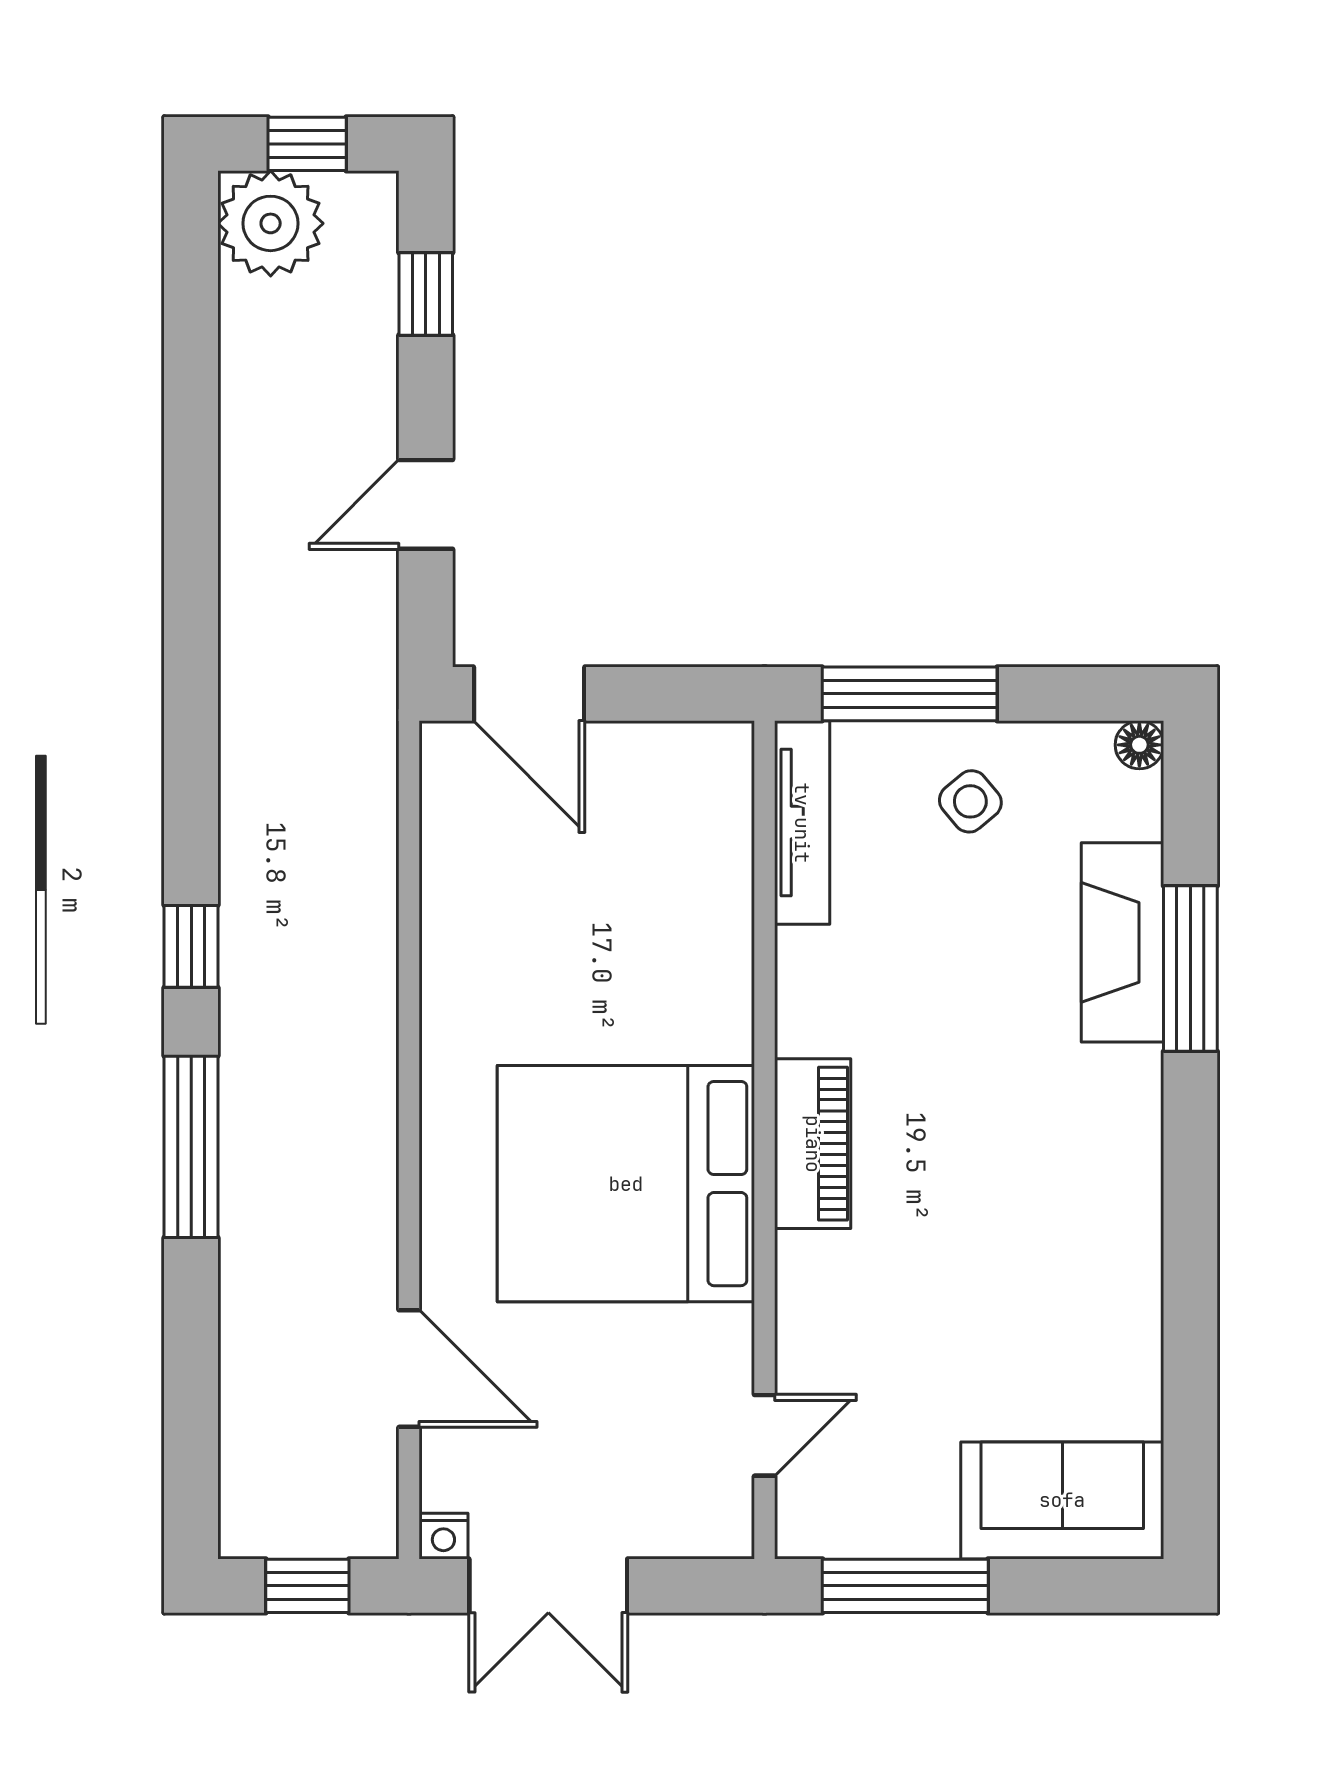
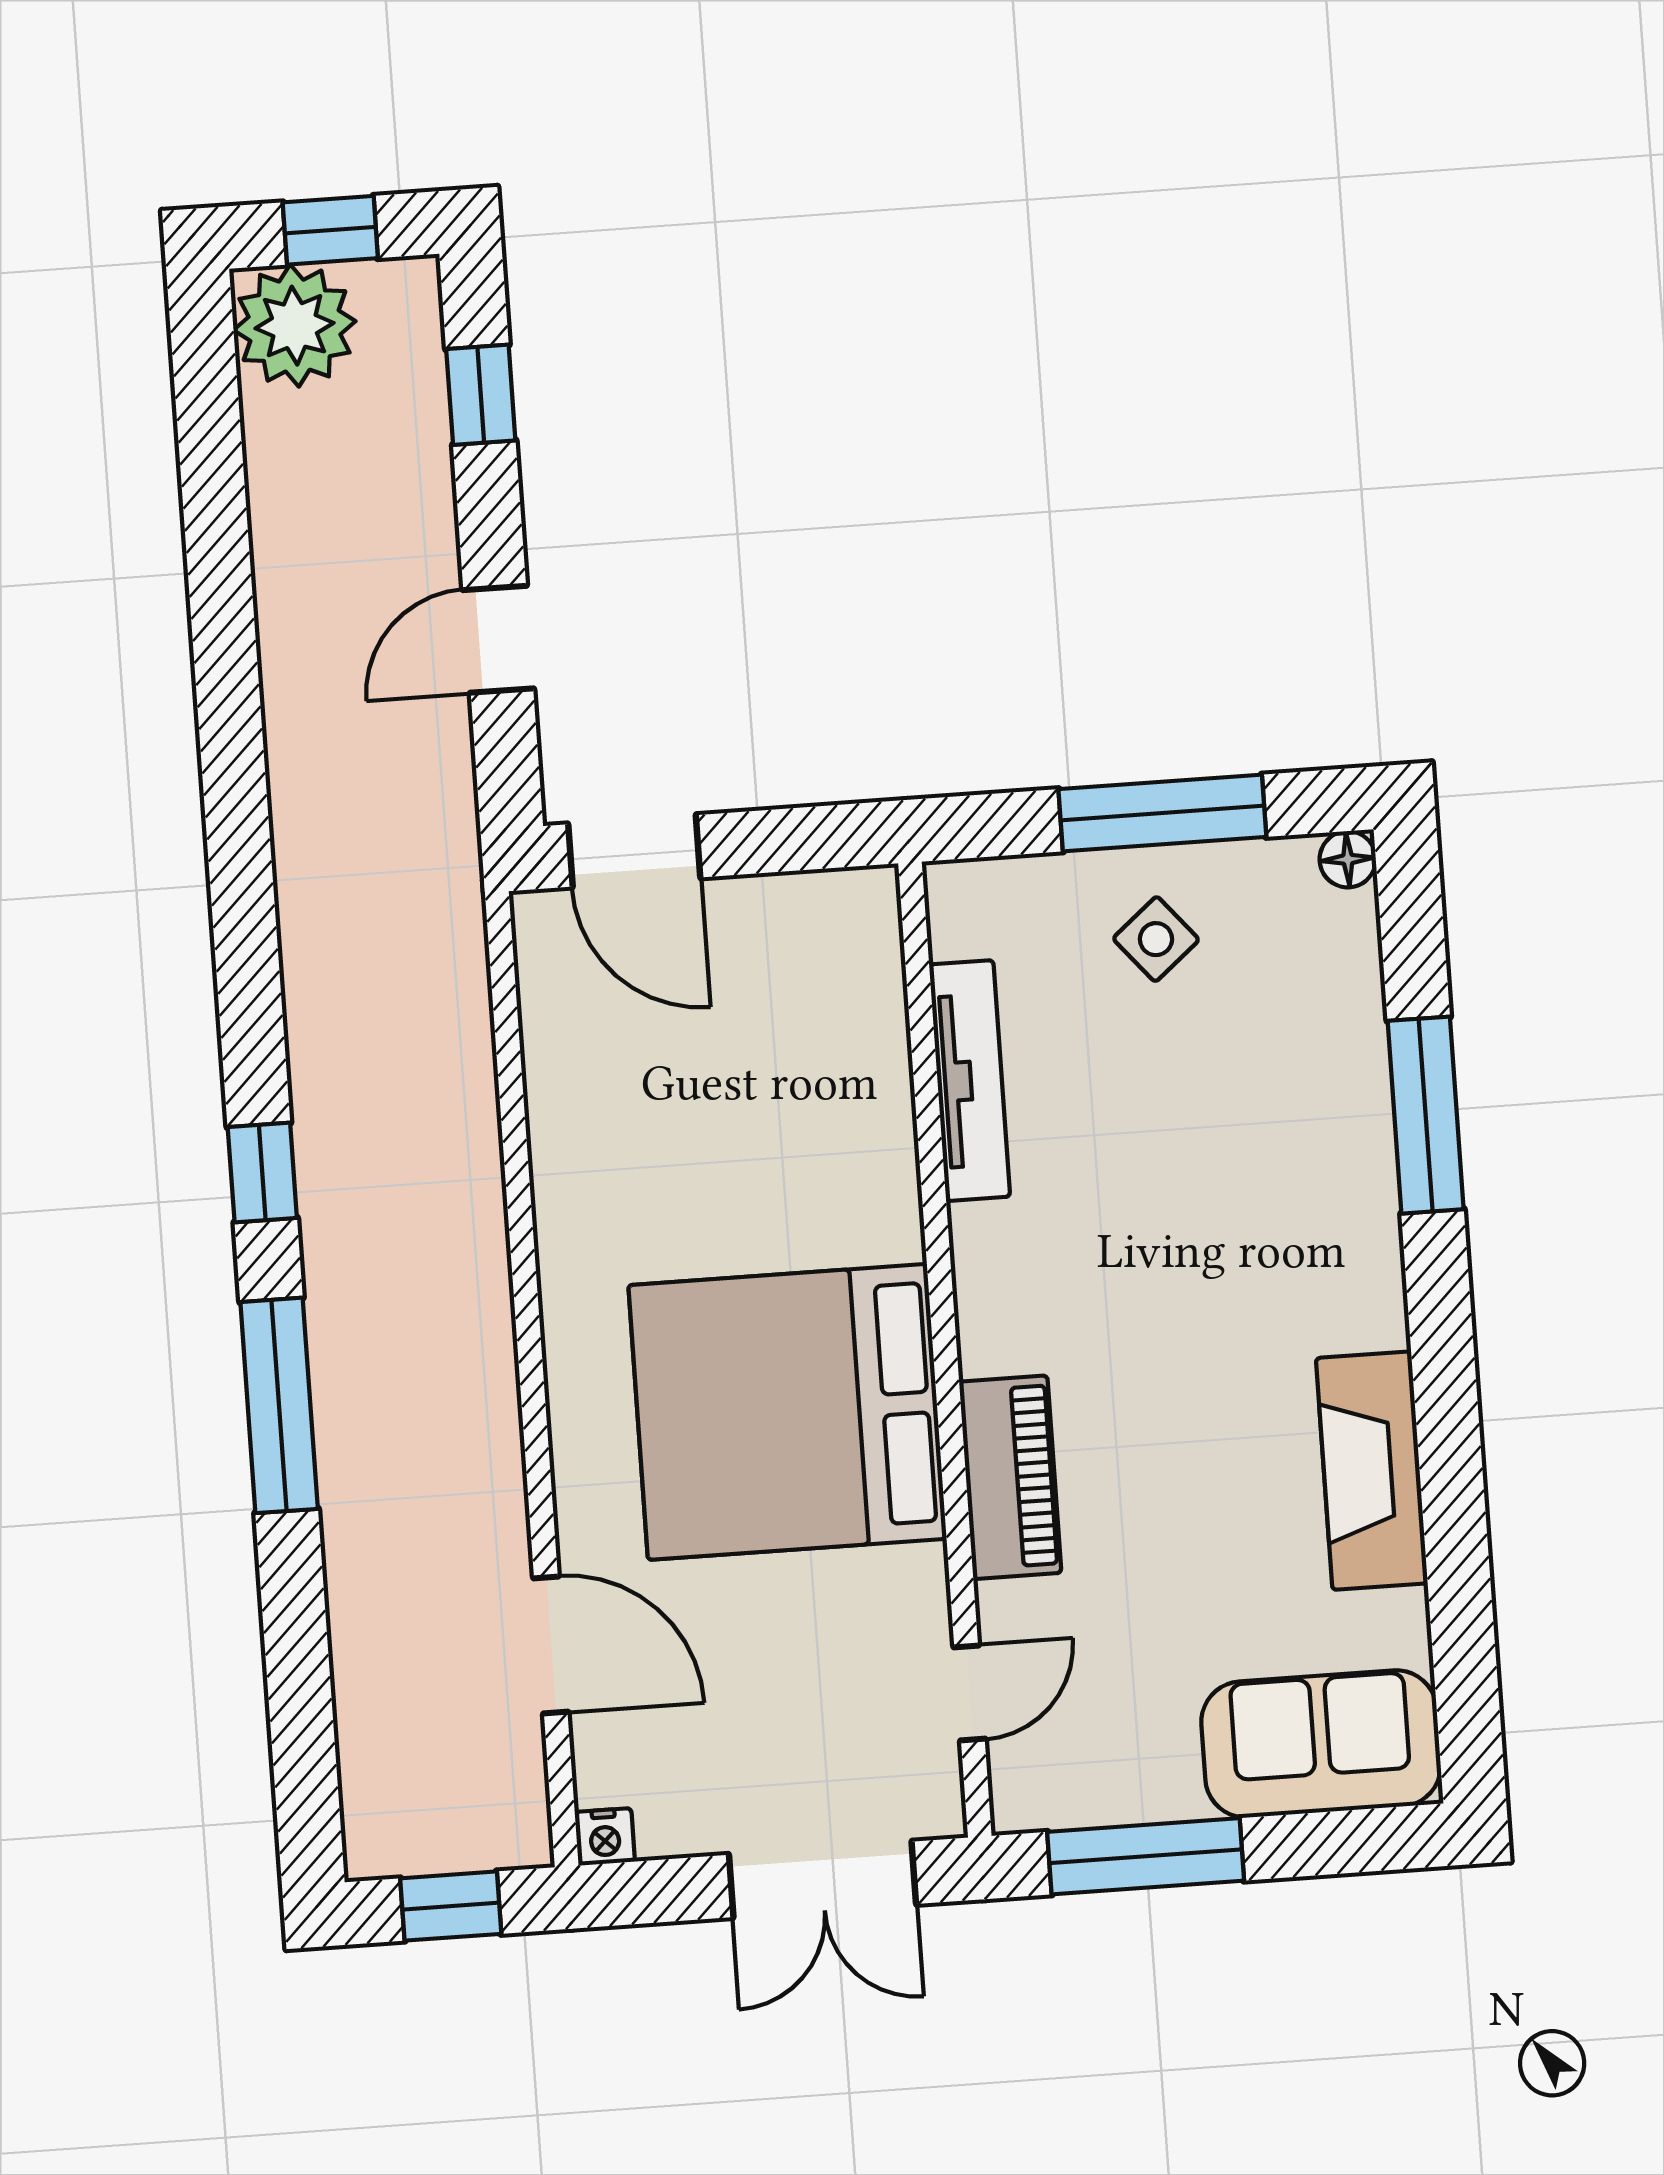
window: (910, 694) -> (1162, 813), moved
tv unit: (802, 823) -> (970, 1081), moved
fireplace: (1122, 942) -> (1372, 1471), moved
piano: (813, 1144) -> (1010, 1477), moved
double door: (548, 1586) -> (823, 1879), moved

